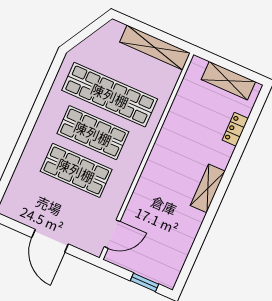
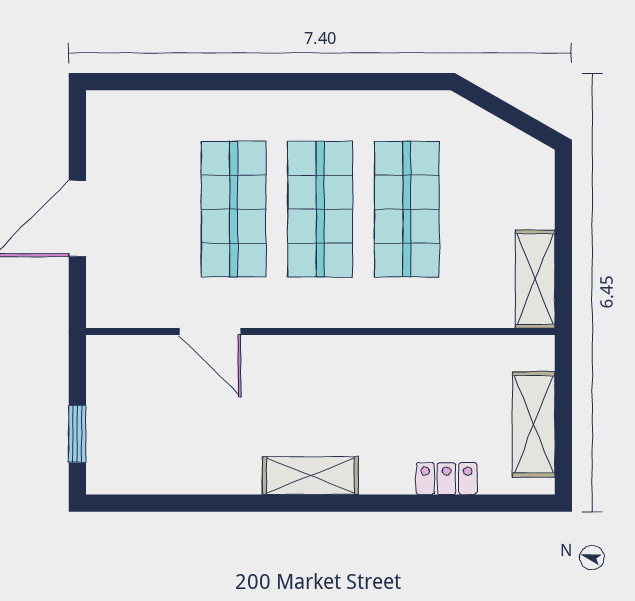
shelving: (155, 47) -> (535, 279), width x0.68
shop shelf: (110, 95) -> (407, 209), width x0.71
door: (112, 234) -> (210, 331), moved

